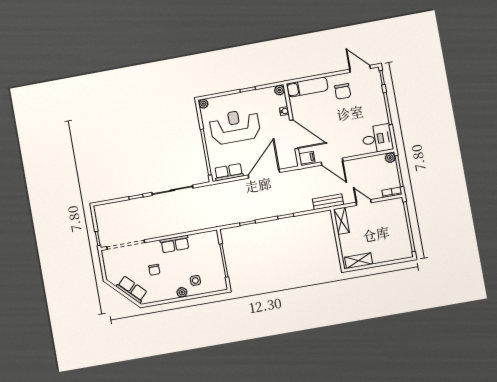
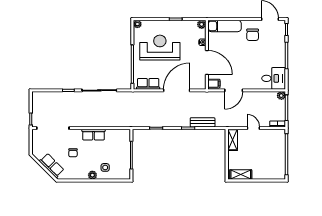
door: (332, 162) -> (234, 90), hinge flipped
bench: (328, 202) -> (203, 122), moved

